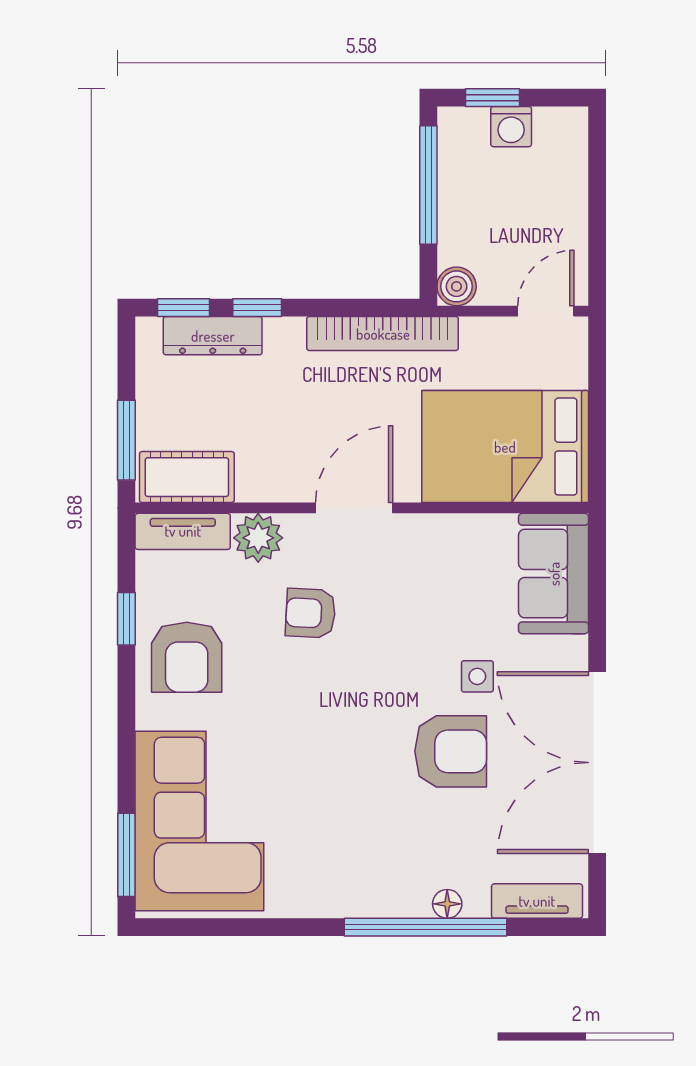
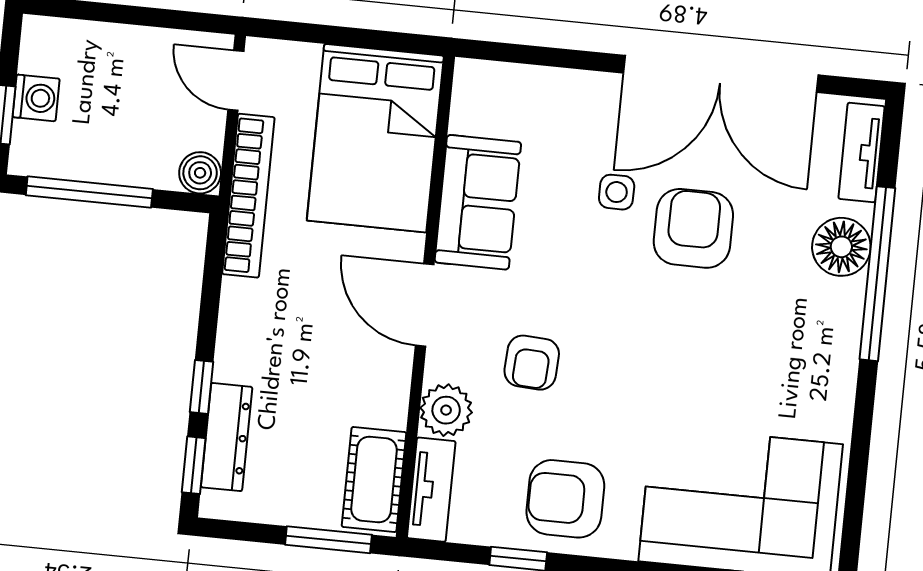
bookcase: (383, 334) -> (248, 196), moved
sofa: (554, 574) -> (478, 202), moved, turned -90
armchair: (187, 657) -> (565, 499), turned 180
floor lamp: (447, 904) -> (841, 247), width x1.89, depth x1.89

